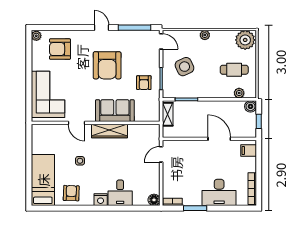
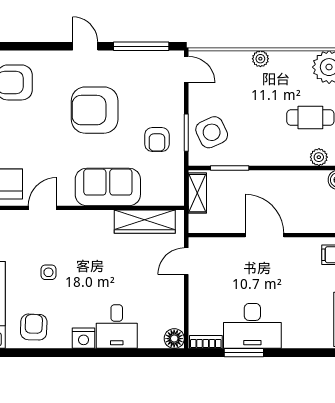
armchair: (107, 65) -> (95, 110), turned 90
side table: (184, 67) -> (212, 132), moved
door: (76, 123) -> (43, 208), swing flipped
wardrobe: (110, 131) -> (145, 222), moved
door: (219, 139) -> (264, 235), moved
desk: (219, 192) -> (252, 326), moved

